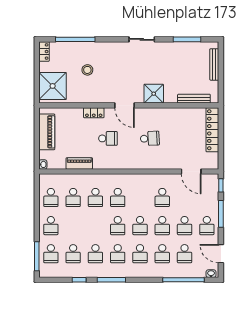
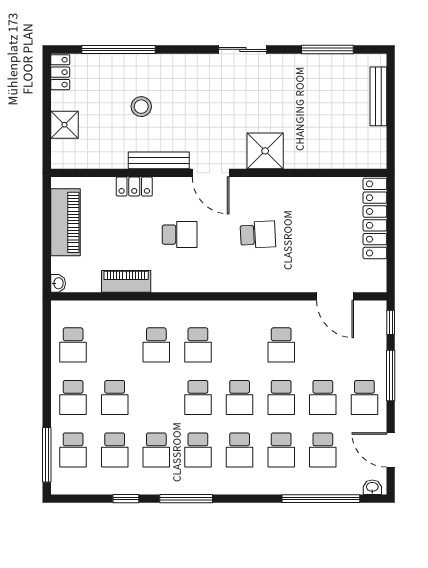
shower: (53, 86) -> (64, 125), width x0.54, depth x0.54
bench: (194, 99) -> (159, 160), moved
locker: (94, 113) -> (134, 187), moved
school desk: (73, 197) -> (115, 397), moved

